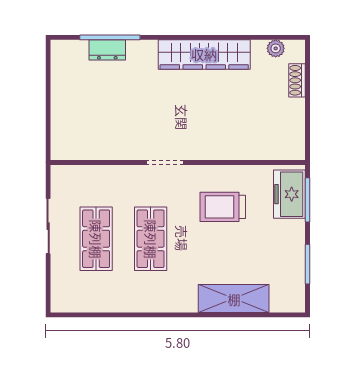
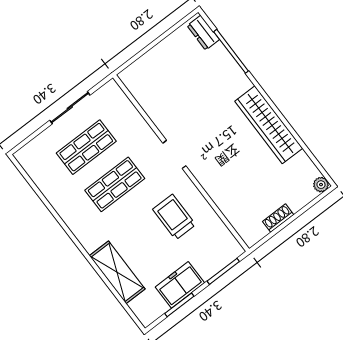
plant: (276, 48) -> (321, 185), moved
dresser: (107, 50) -> (203, 33), moved
shoe rack: (297, 80) -> (278, 218), moved
freezer: (289, 194) -> (180, 285), moved

